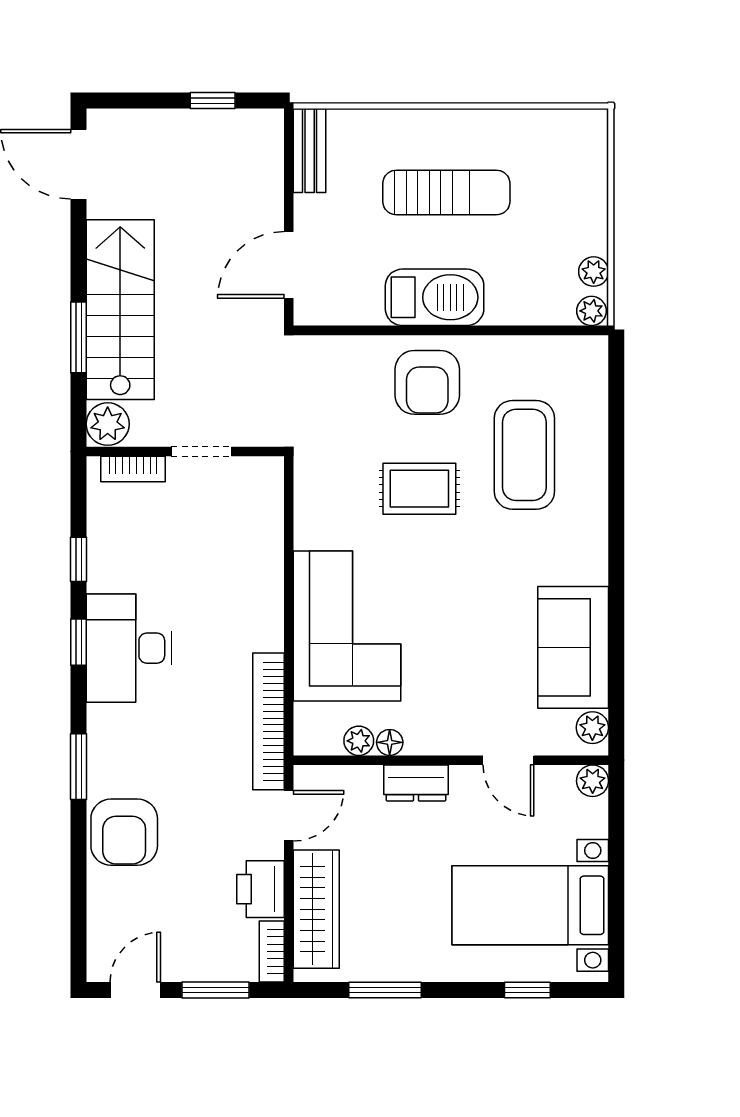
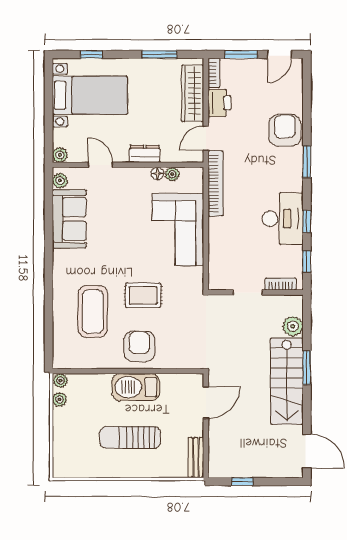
wall: (185, 451) -> (256, 292), moved
doorway: (201, 451) -> (248, 292), moved
bookcase: (133, 469) -> (281, 284), moved

